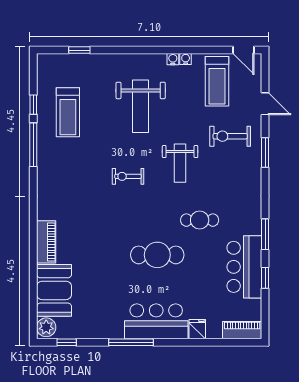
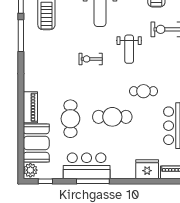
cafe table: (100, 257) -> (70, 119), added
bar counter: (156, 321) -> (87, 166), moved
fridge: (197, 329) -> (147, 169), width x1.88, depth x1.34

